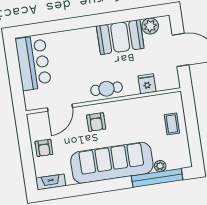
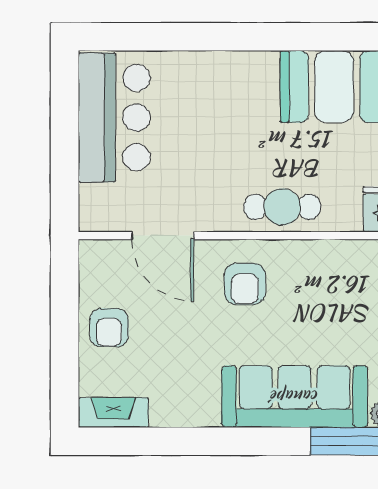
door: (60, 108) -> (163, 236), hinge flipped
sofa: (112, 163) -> (295, 397), width x0.74, depth x0.79

